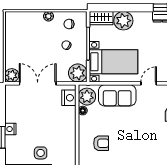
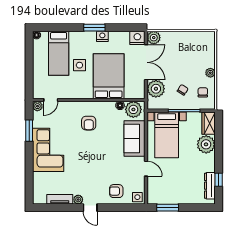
plant: (78, 73) -> (156, 89), moved
nightstand: (69, 98) -> (137, 38), moved, turned 180
bed: (52, 122) -> (109, 76), added

